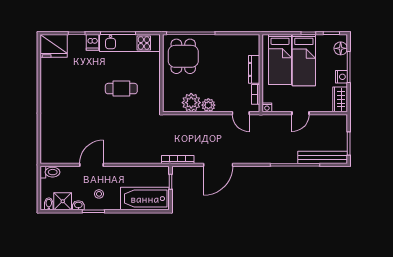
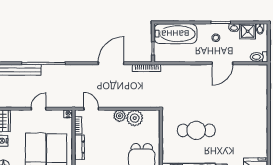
cafe table: (121, 89) -> (196, 130), width x1.37, depth x1.35

